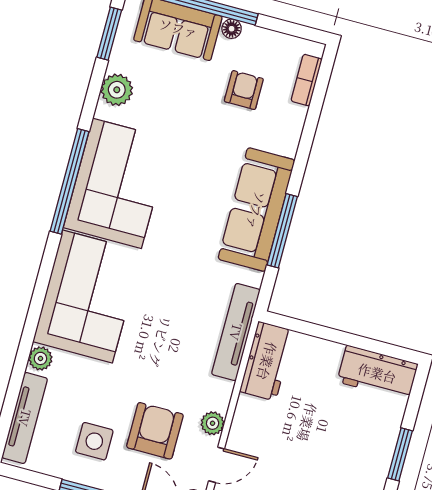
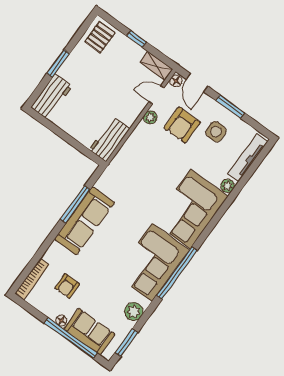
bookcase: (307, 80) -> (32, 279), width x1.56
tv unit: (236, 332) -> (120, 161), removed
workbench: (377, 373) -> (51, 97), moved, turned 90

